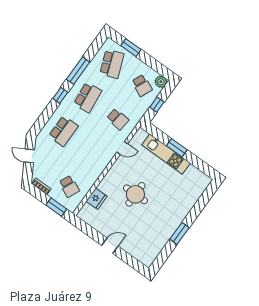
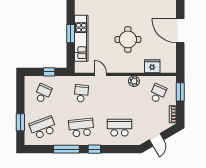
plant: (161, 82) -> (134, 81), moved
door: (110, 246) -> (180, 31), width x1.88

